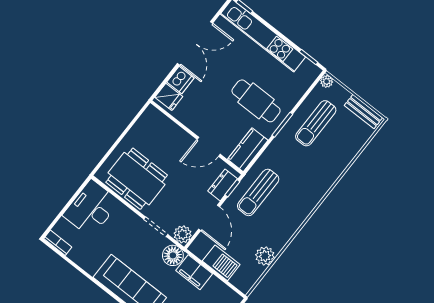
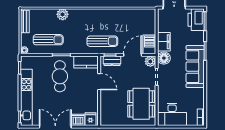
plant: (265, 256) -> (63, 14), moved
barbecue: (221, 263) -> (149, 44), moved

